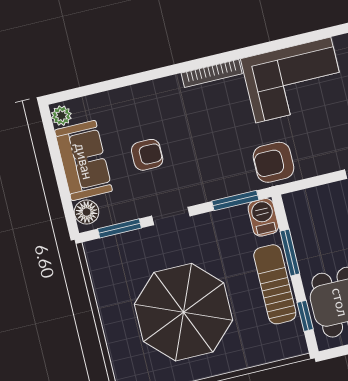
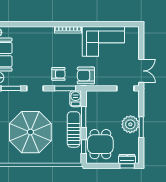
armchair: (147, 155) -> (58, 74), moved

